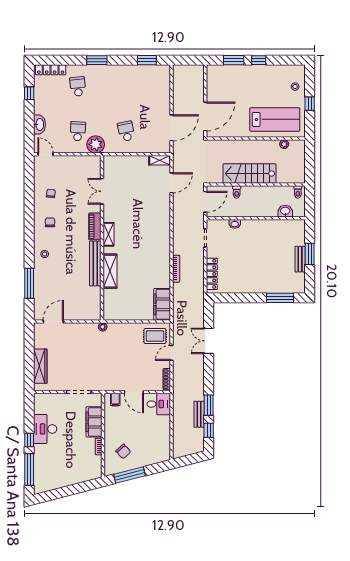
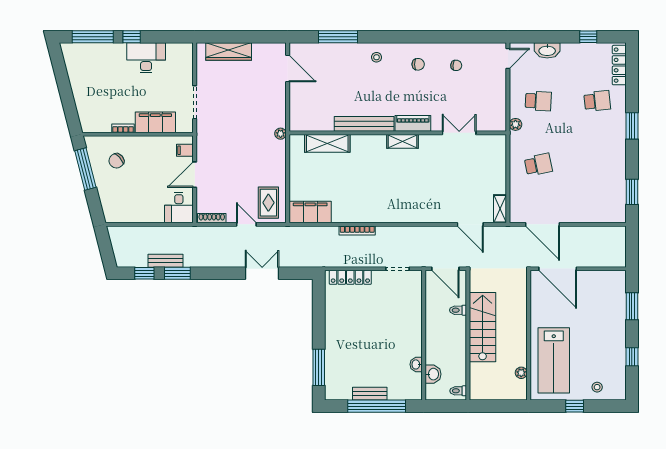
window: (259, 60) -> (632, 357), moved
plant: (96, 144) -> (515, 124), width x0.53, depth x0.53
washbasin: (235, 224) -> (416, 364), moved
window: (310, 254) -> (377, 406), width x2.11
shelving: (110, 271) -> (327, 143), moved

